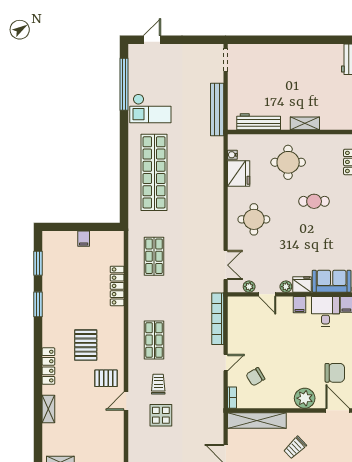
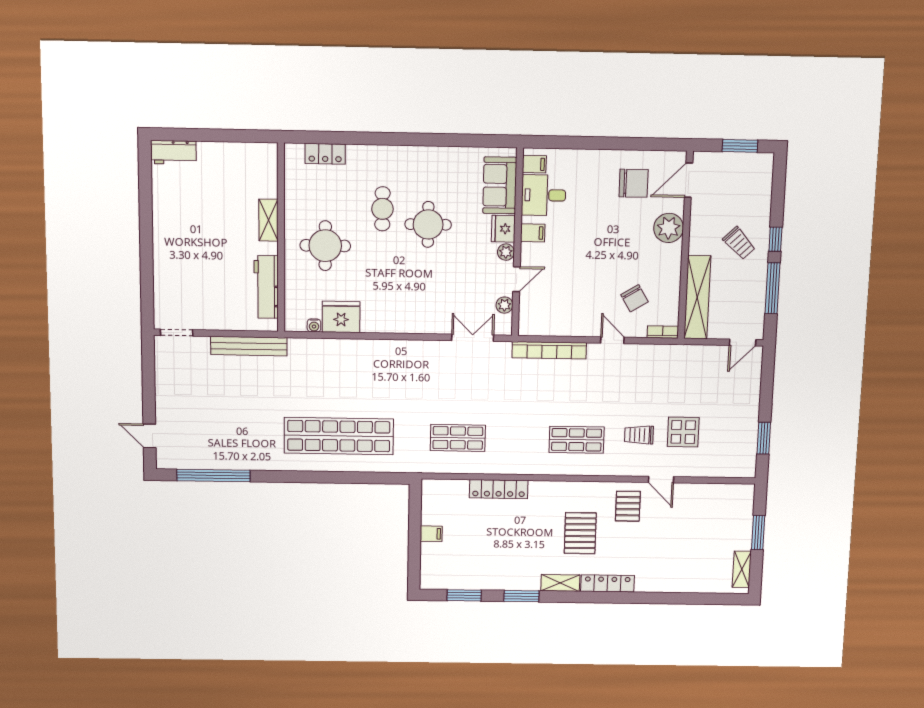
checkout: (150, 108) -> (248, 440), removed
round table: (254, 219) -> (428, 224), moved
pallet: (86, 345) -> (580, 533), turned 90
chair: (335, 373) -> (634, 183), turned 90
shelving: (48, 409) -> (560, 583), moved

